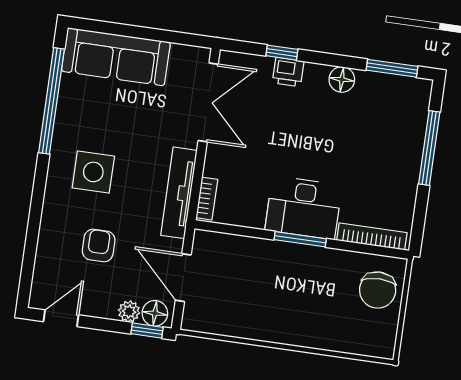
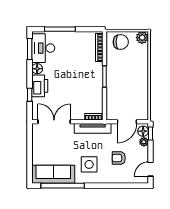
sofa: (116, 57) -> (53, 174), moved, turned -90
printer: (288, 72) -> (40, 86), width x1.87, depth x1.48
desk: (304, 208) -> (43, 48), moved, turned 180
door: (61, 318) -> (151, 169), hinge flipped
plant: (381, 343) -> (142, 38), added

